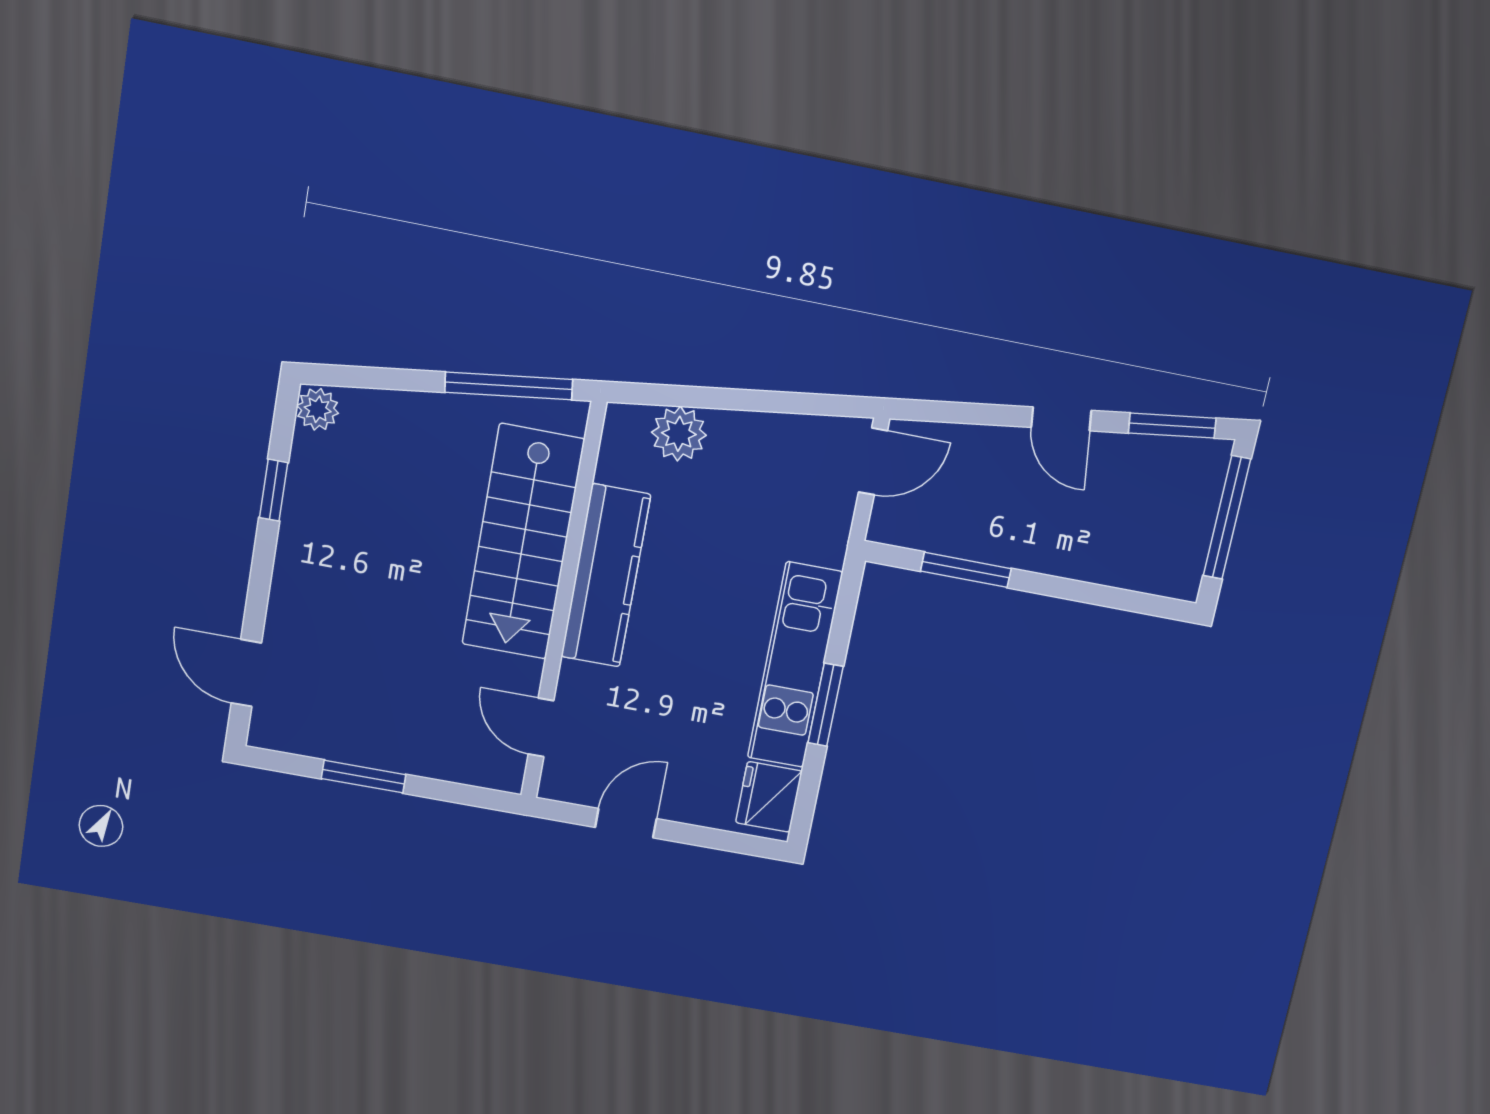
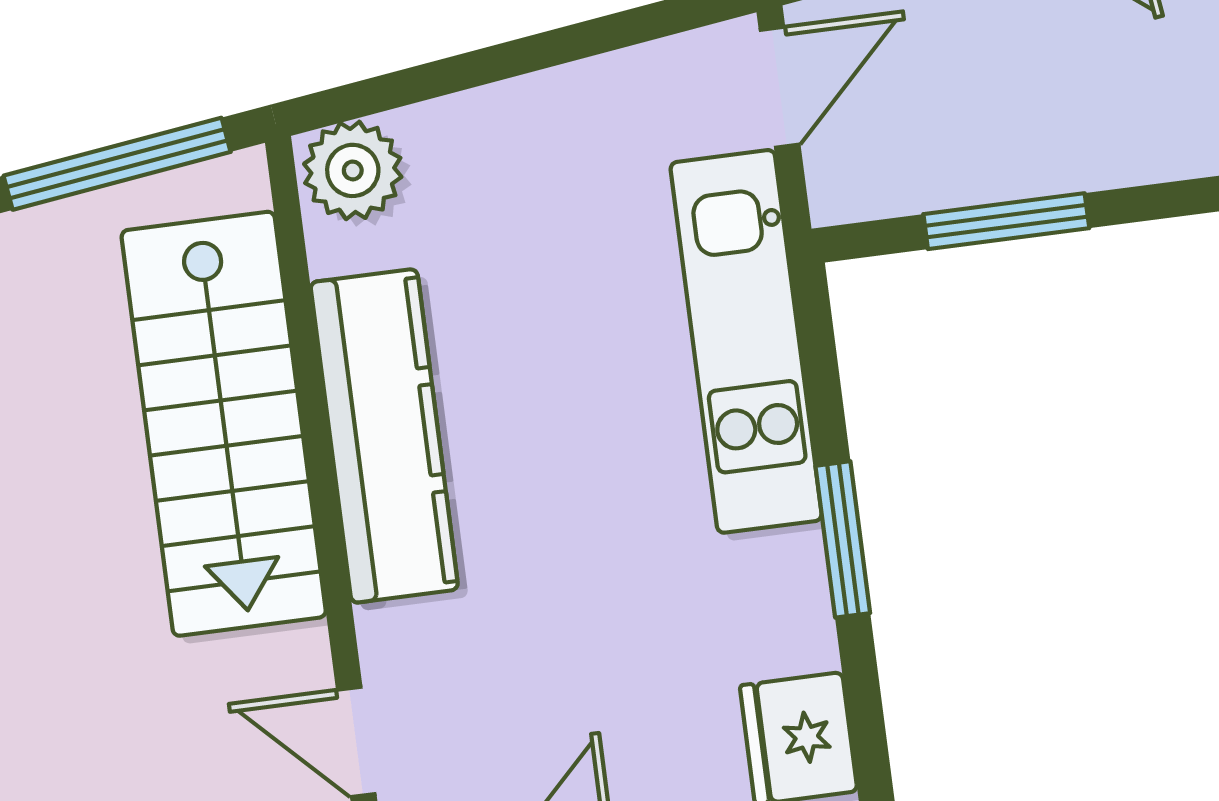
plant: (679, 434) -> (353, 170), moved
kitchen unit: (795, 665) -> (746, 341), moved

